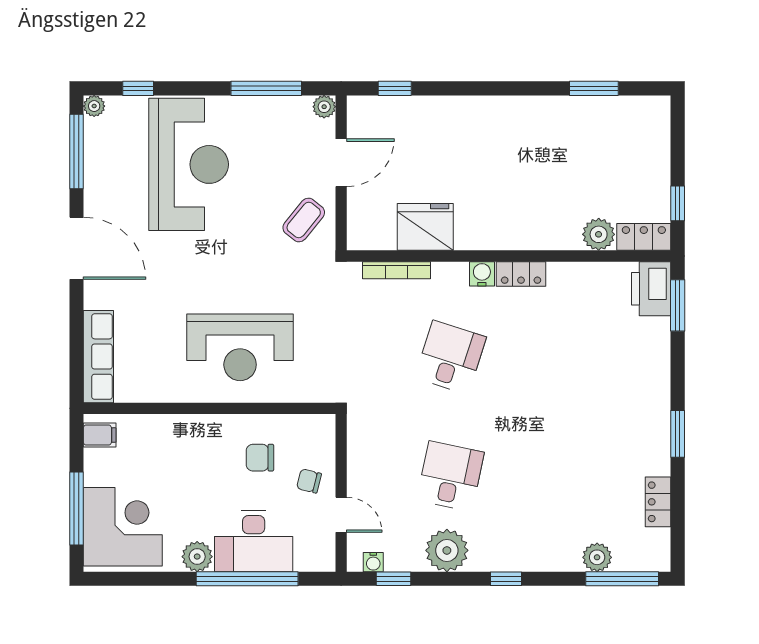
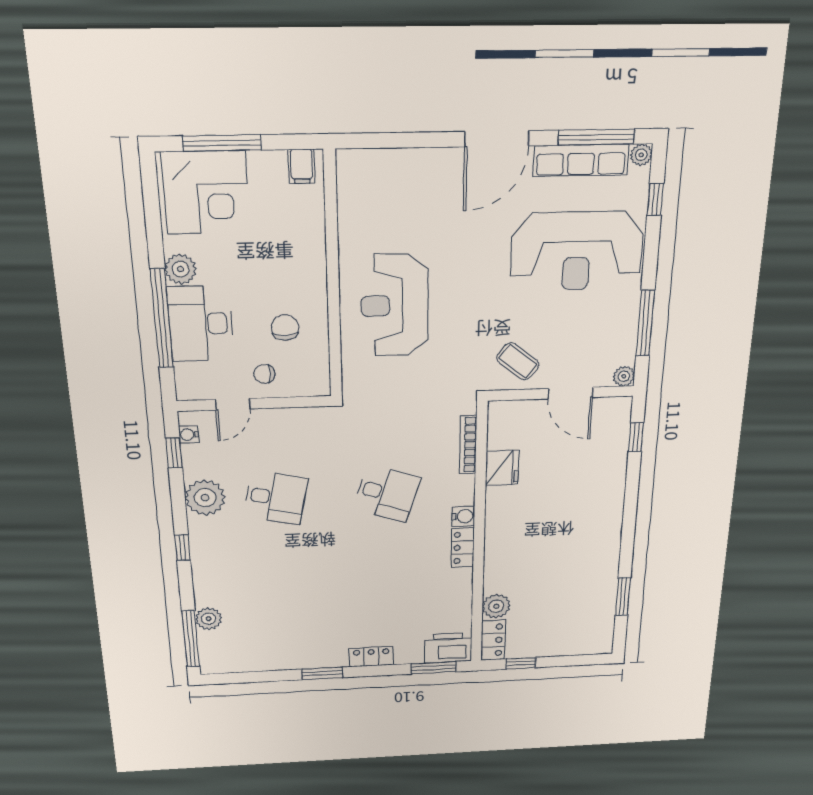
fridge: (425, 227) -> (502, 468), width x0.73, depth x0.75
row of seats: (98, 357) -> (581, 160), moved
chair: (309, 481) -> (264, 374), turned -104
locker: (658, 502) -> (371, 657), moved

